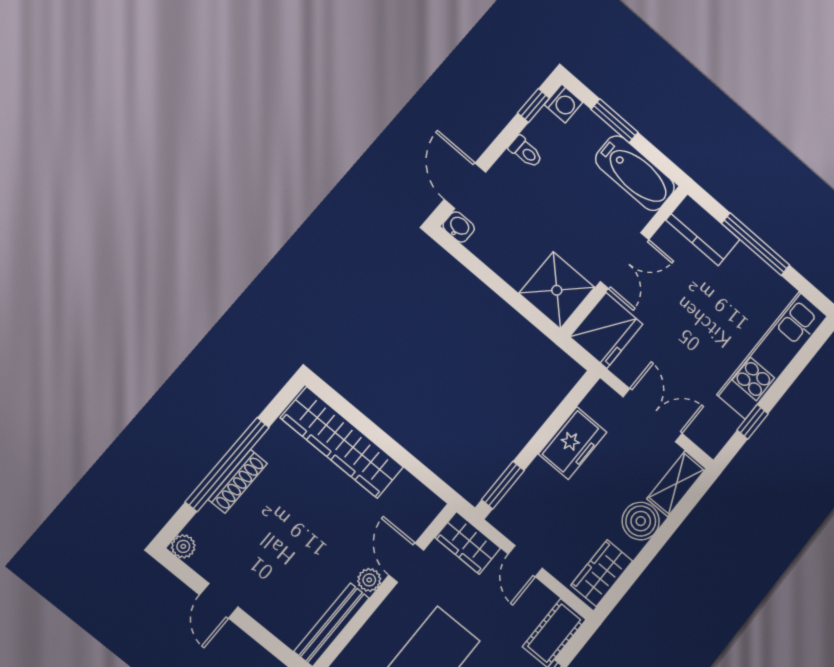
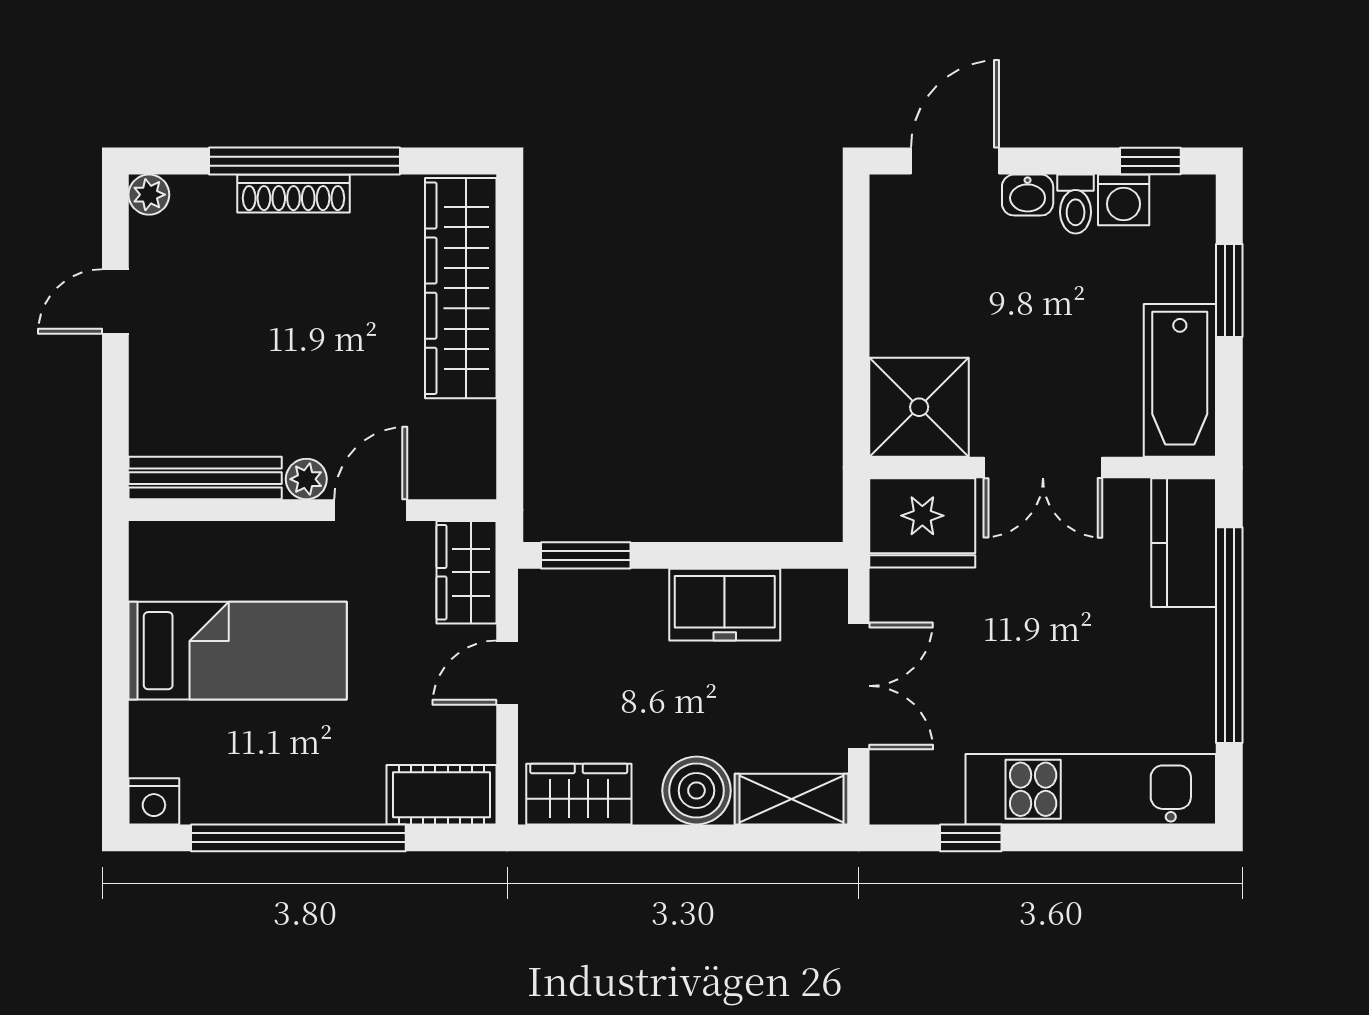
washing machine: (564, 103) -> (1124, 200), moved
washbasin: (459, 227) -> (1028, 195), moved, turned 90
window: (756, 244) -> (1229, 635), width x1.46

